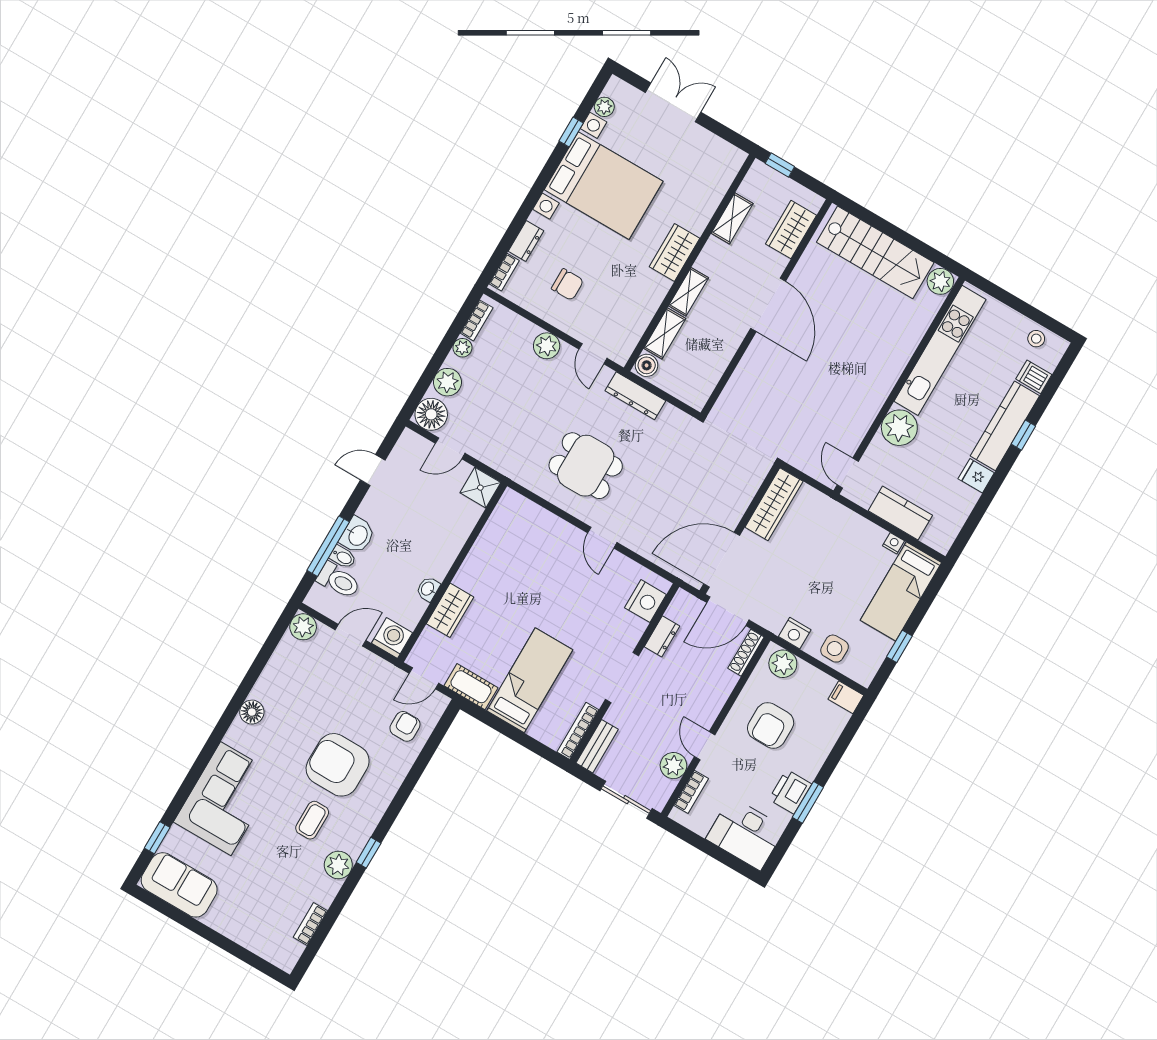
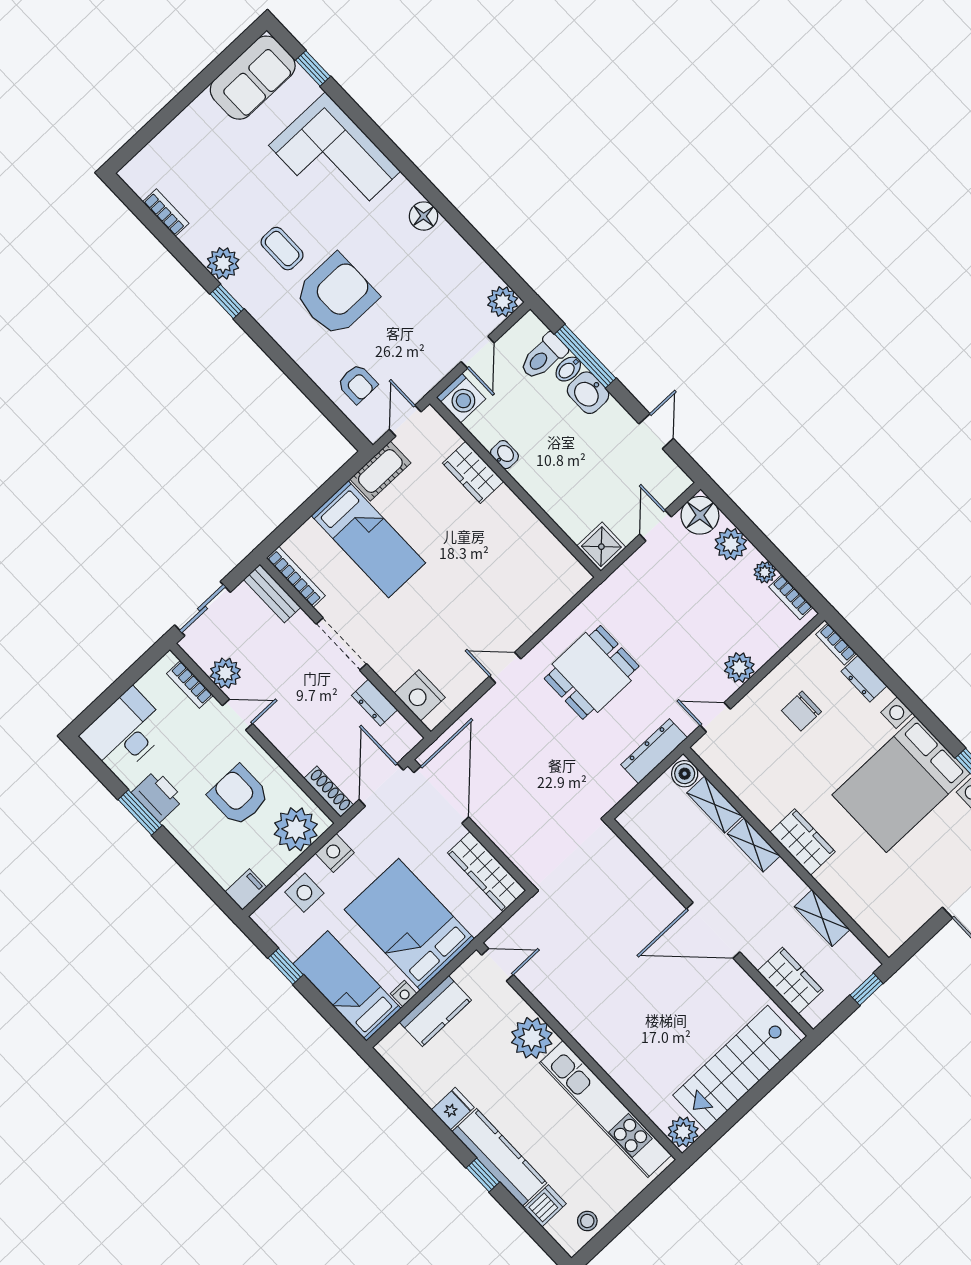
bed: (835, 555) -> (409, 924), added
plant: (783, 664) -> (296, 829), width x1.36, depth x1.36

